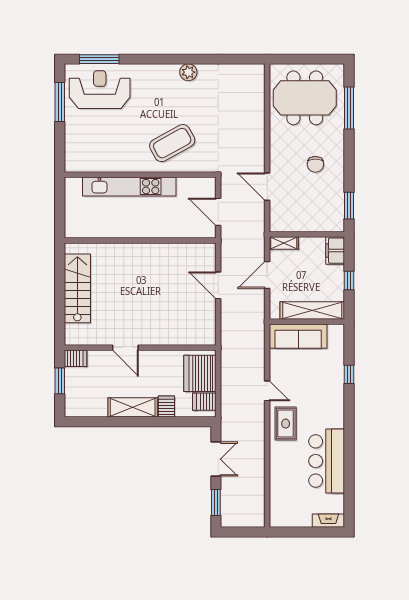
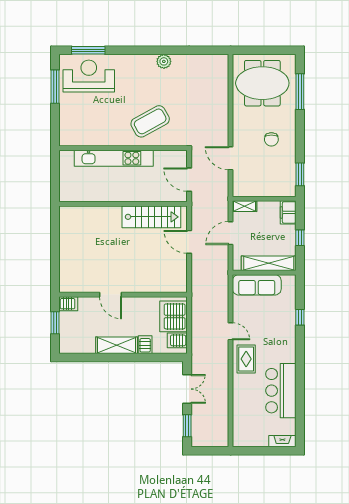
stairs: (77, 288) -> (151, 217), moved, turned 90

